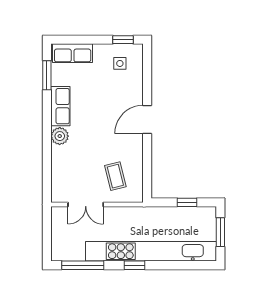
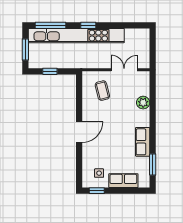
row of seats: (73, 53) -> (123, 181), moved
plant: (60, 136) -> (143, 103), moved
window: (83, 265) -> (50, 25), moved

